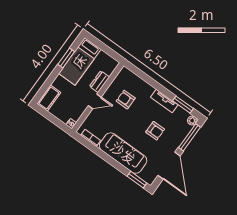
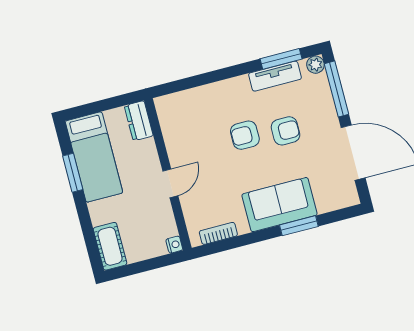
dresser: (99, 82) -> (139, 121), moved
armchair: (126, 100) -> (245, 135), moved
tv unit: (164, 101) -> (275, 76), moved
sofa: (123, 153) -> (279, 205), width x0.73
window: (137, 180) -> (299, 226), moved

